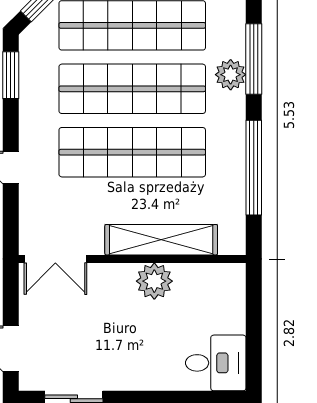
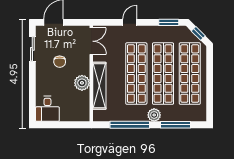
plant: (231, 75) -> (154, 115), moved
double door: (55, 259) -> (91, 41), swing flipped
chair: (104, 334) -> (60, 62), added

